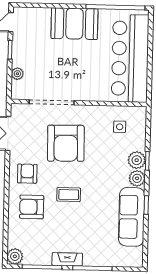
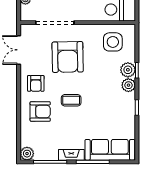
side table: (120, 127) -> (113, 42), width x1.87, depth x1.87
armchair: (27, 174) -> (36, 83), turned 180
armchair: (32, 207) -> (40, 111), turned 180
sofa: (132, 217) -> (110, 150), moved, turned 90

